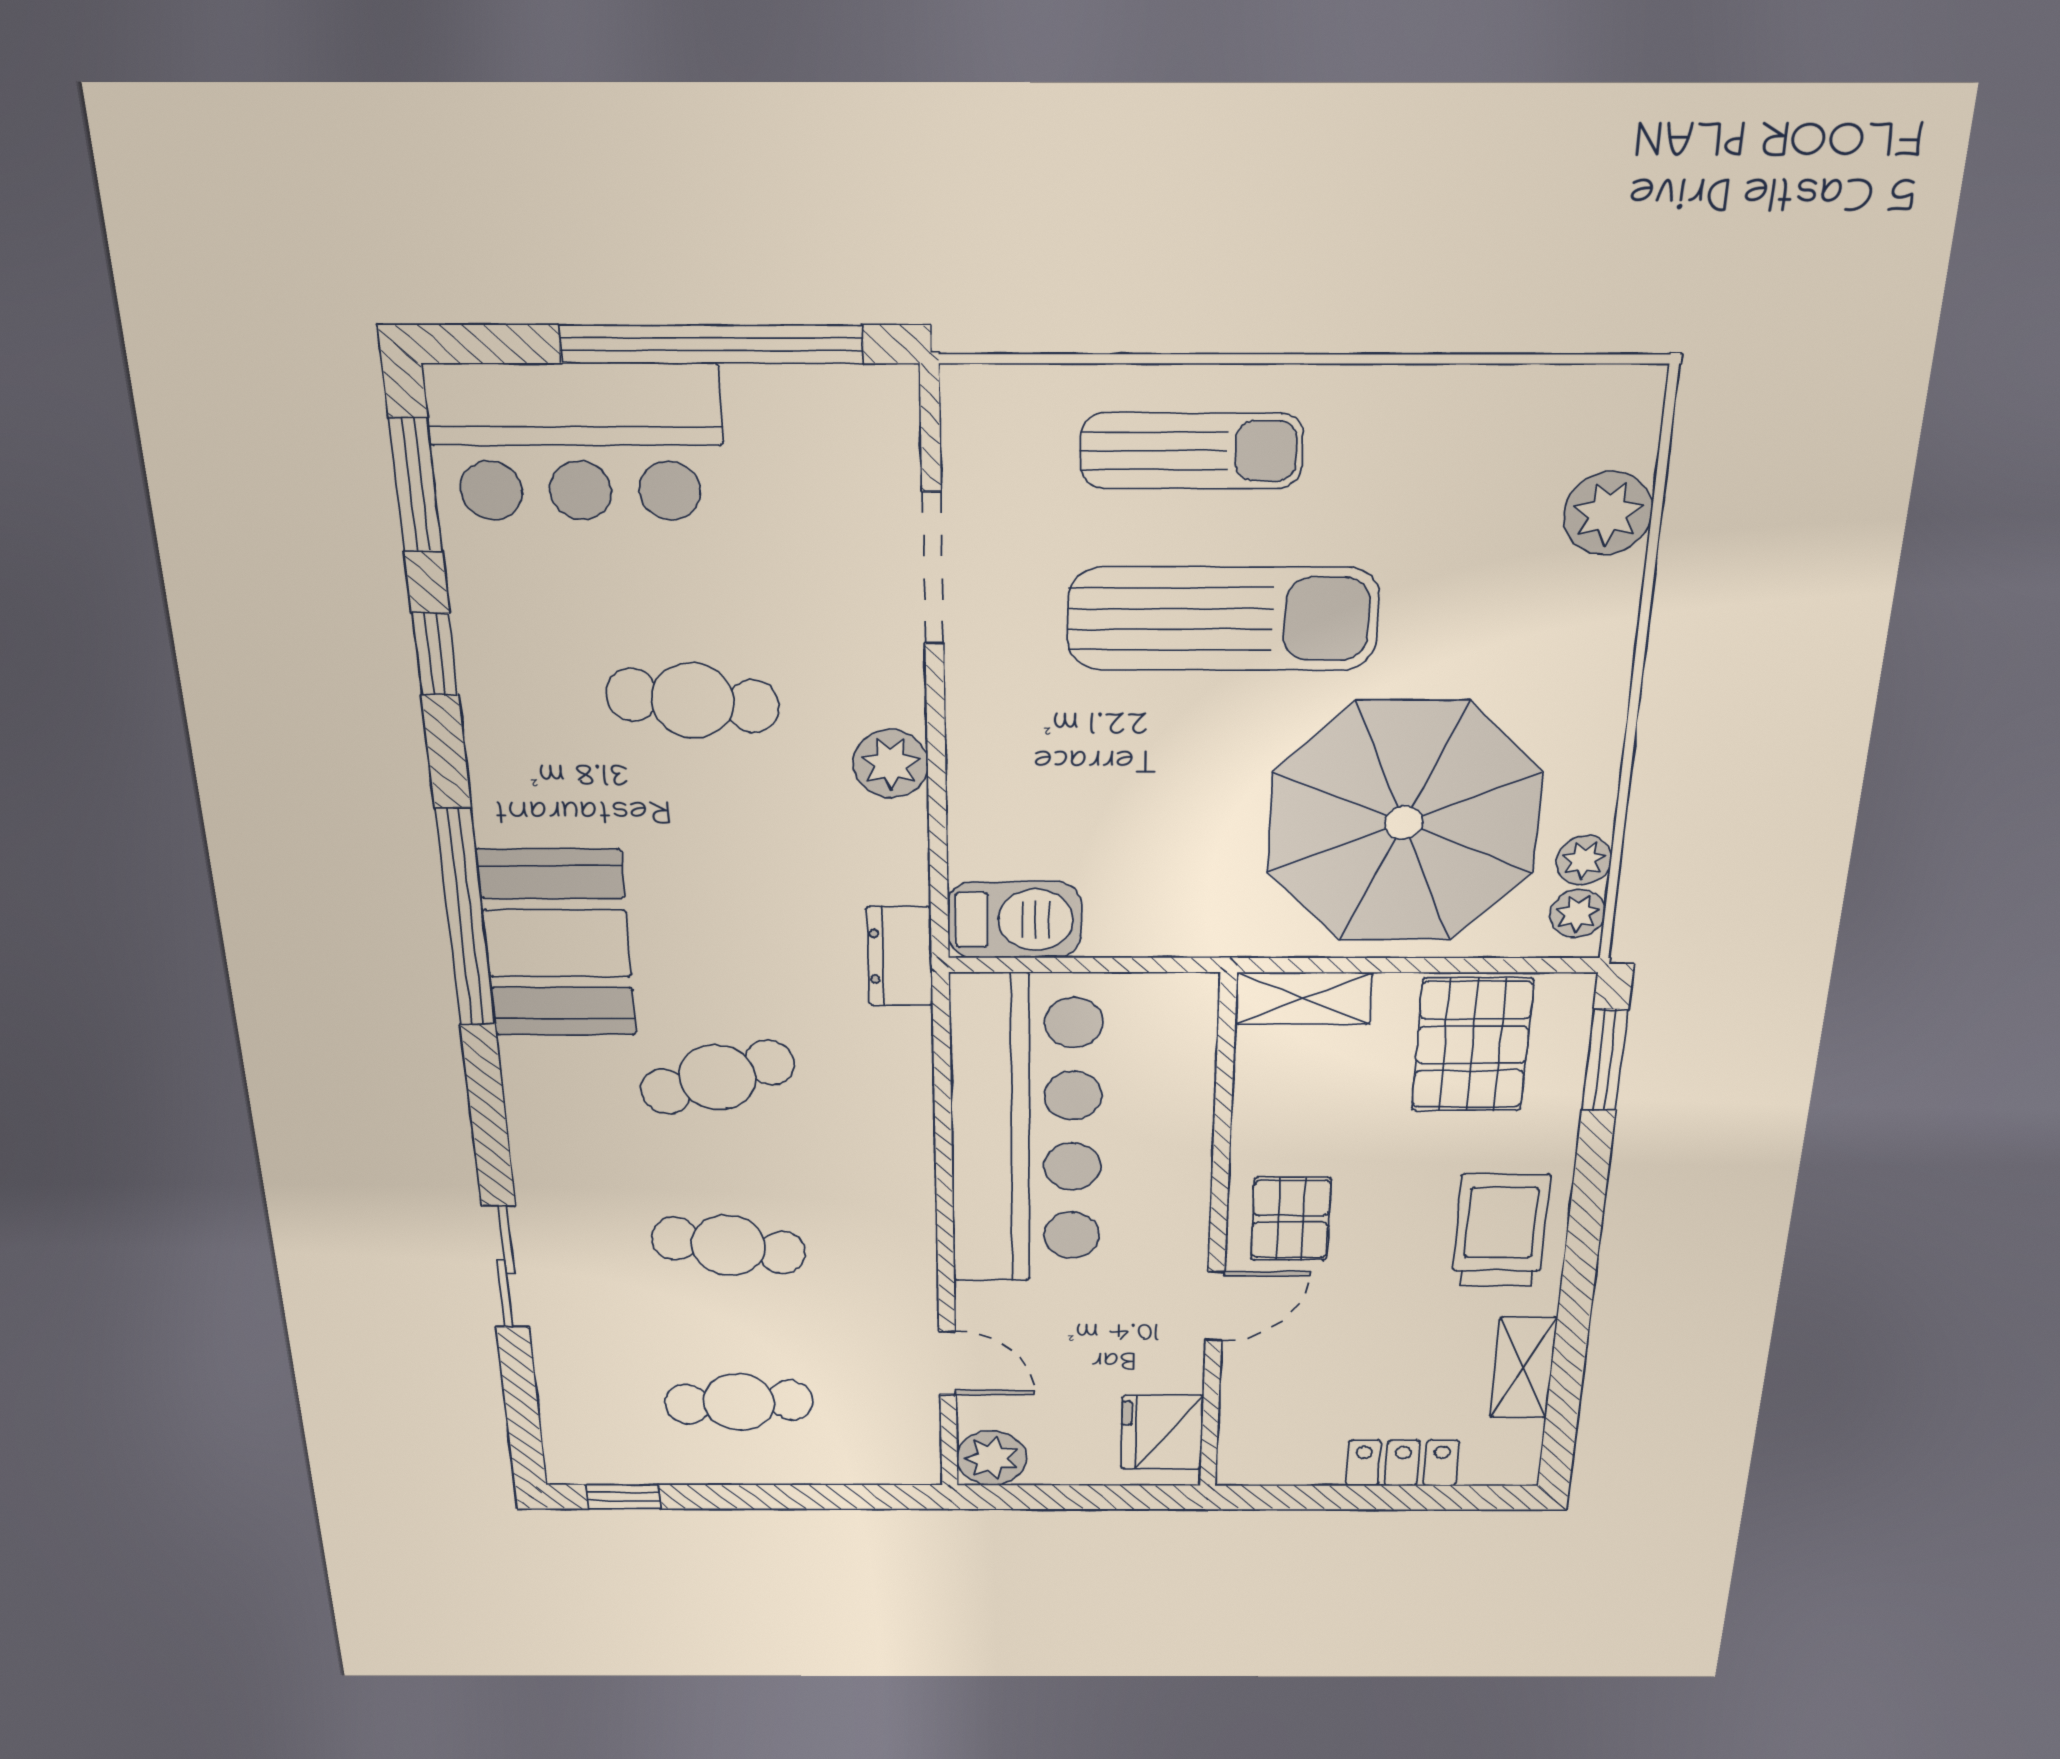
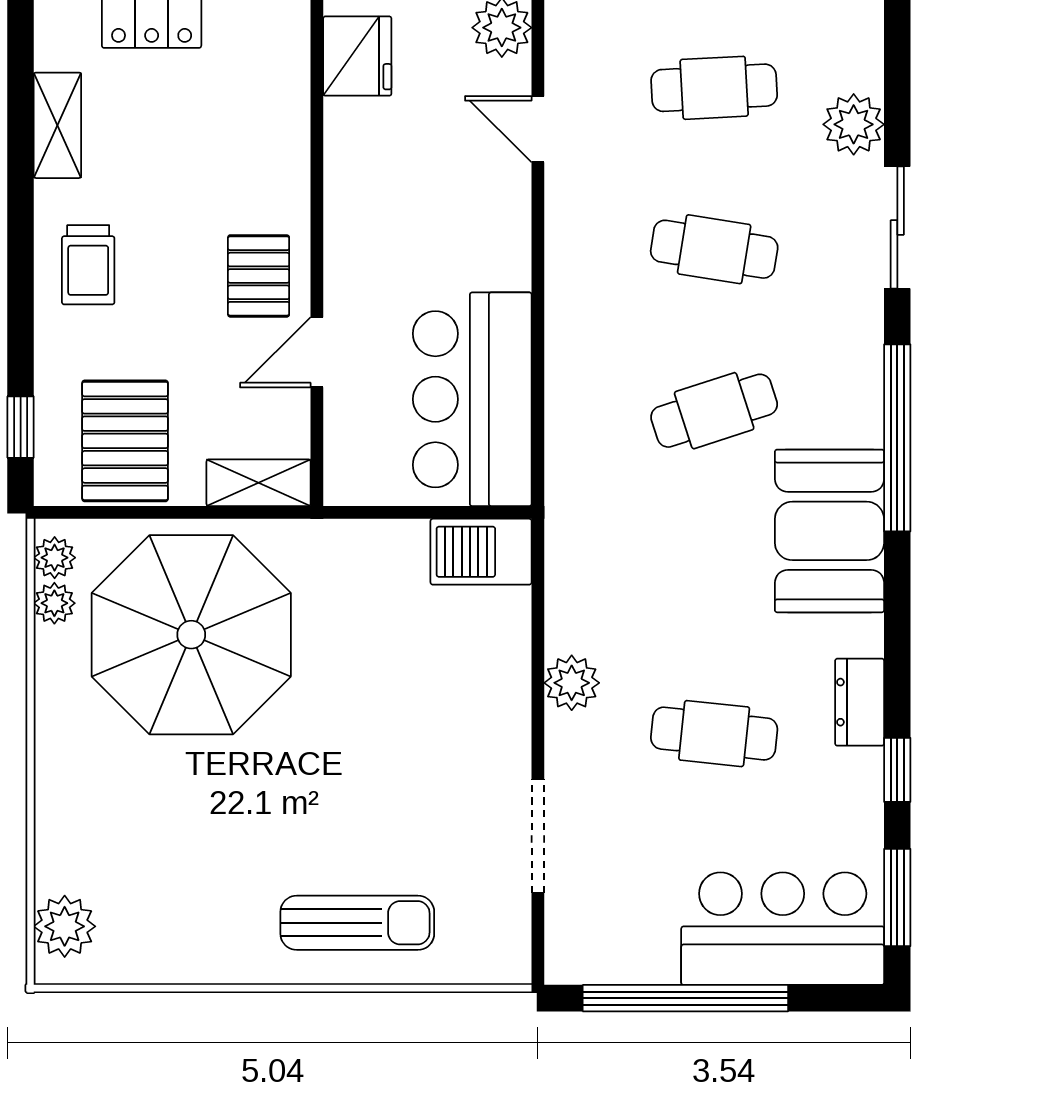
sun lounger: (1192, 451) -> (357, 923), turned 180
plant: (1608, 513) -> (65, 926), moved
sun lounger: (1223, 619) -> (331, 798), removed
window: (466, 918) -> (897, 438), moved
dresser: (900, 956) -> (860, 702), moved, turned 180
window: (1605, 1060) -> (21, 427), width x0.67
bar counter: (1026, 1131) -> (472, 399), width x0.73
trolley: (1501, 1231) -> (88, 265), width x0.73, depth x0.72
door: (1215, 1306) -> (317, 352), moved
plant: (570, 1367) -> (854, 124), added

